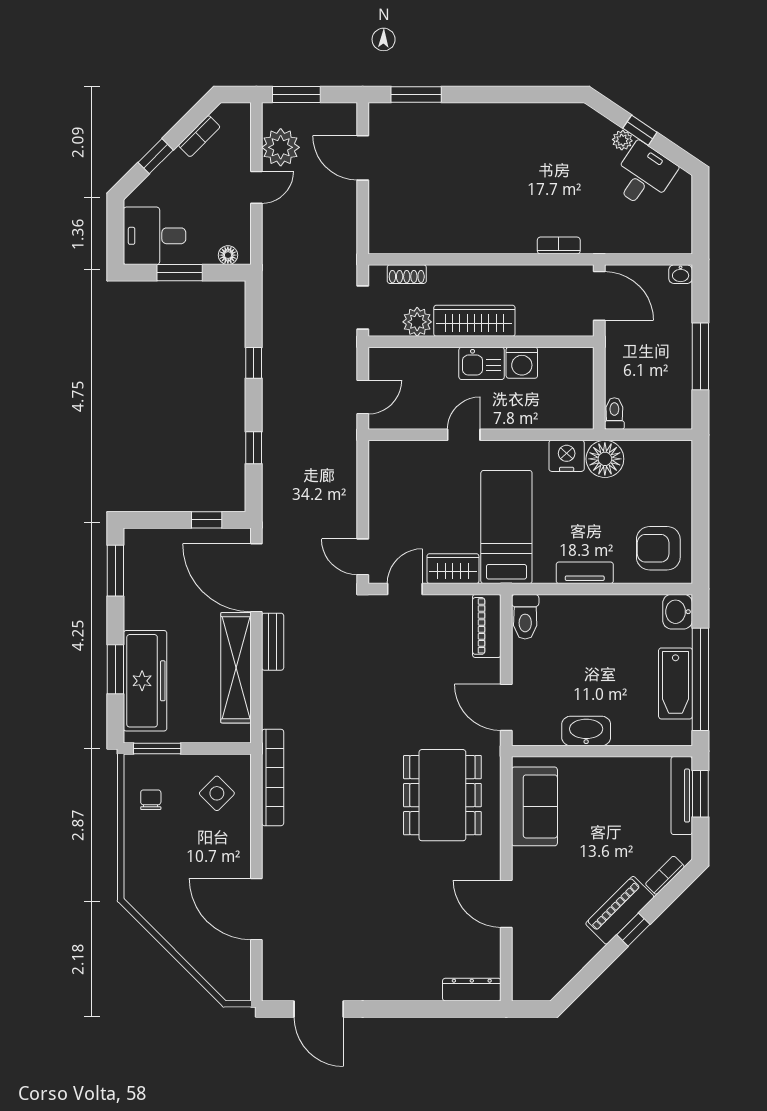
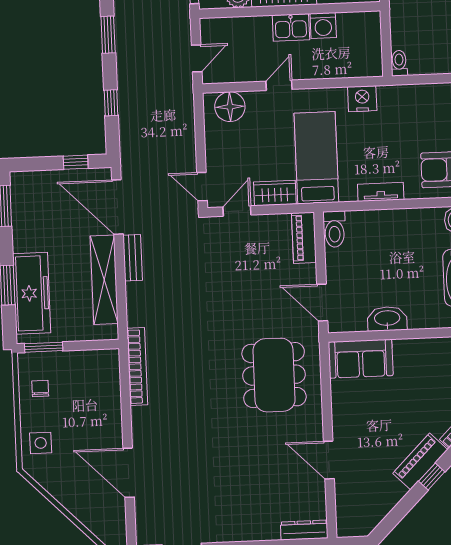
window: (254, 363) -> (108, 35), width x1.50
floor lamp: (605, 459) -> (230, 107), moved
side table: (217, 793) -> (41, 443), moved, turned 45
sofa: (534, 806) -> (361, 359), moved, turned 90

